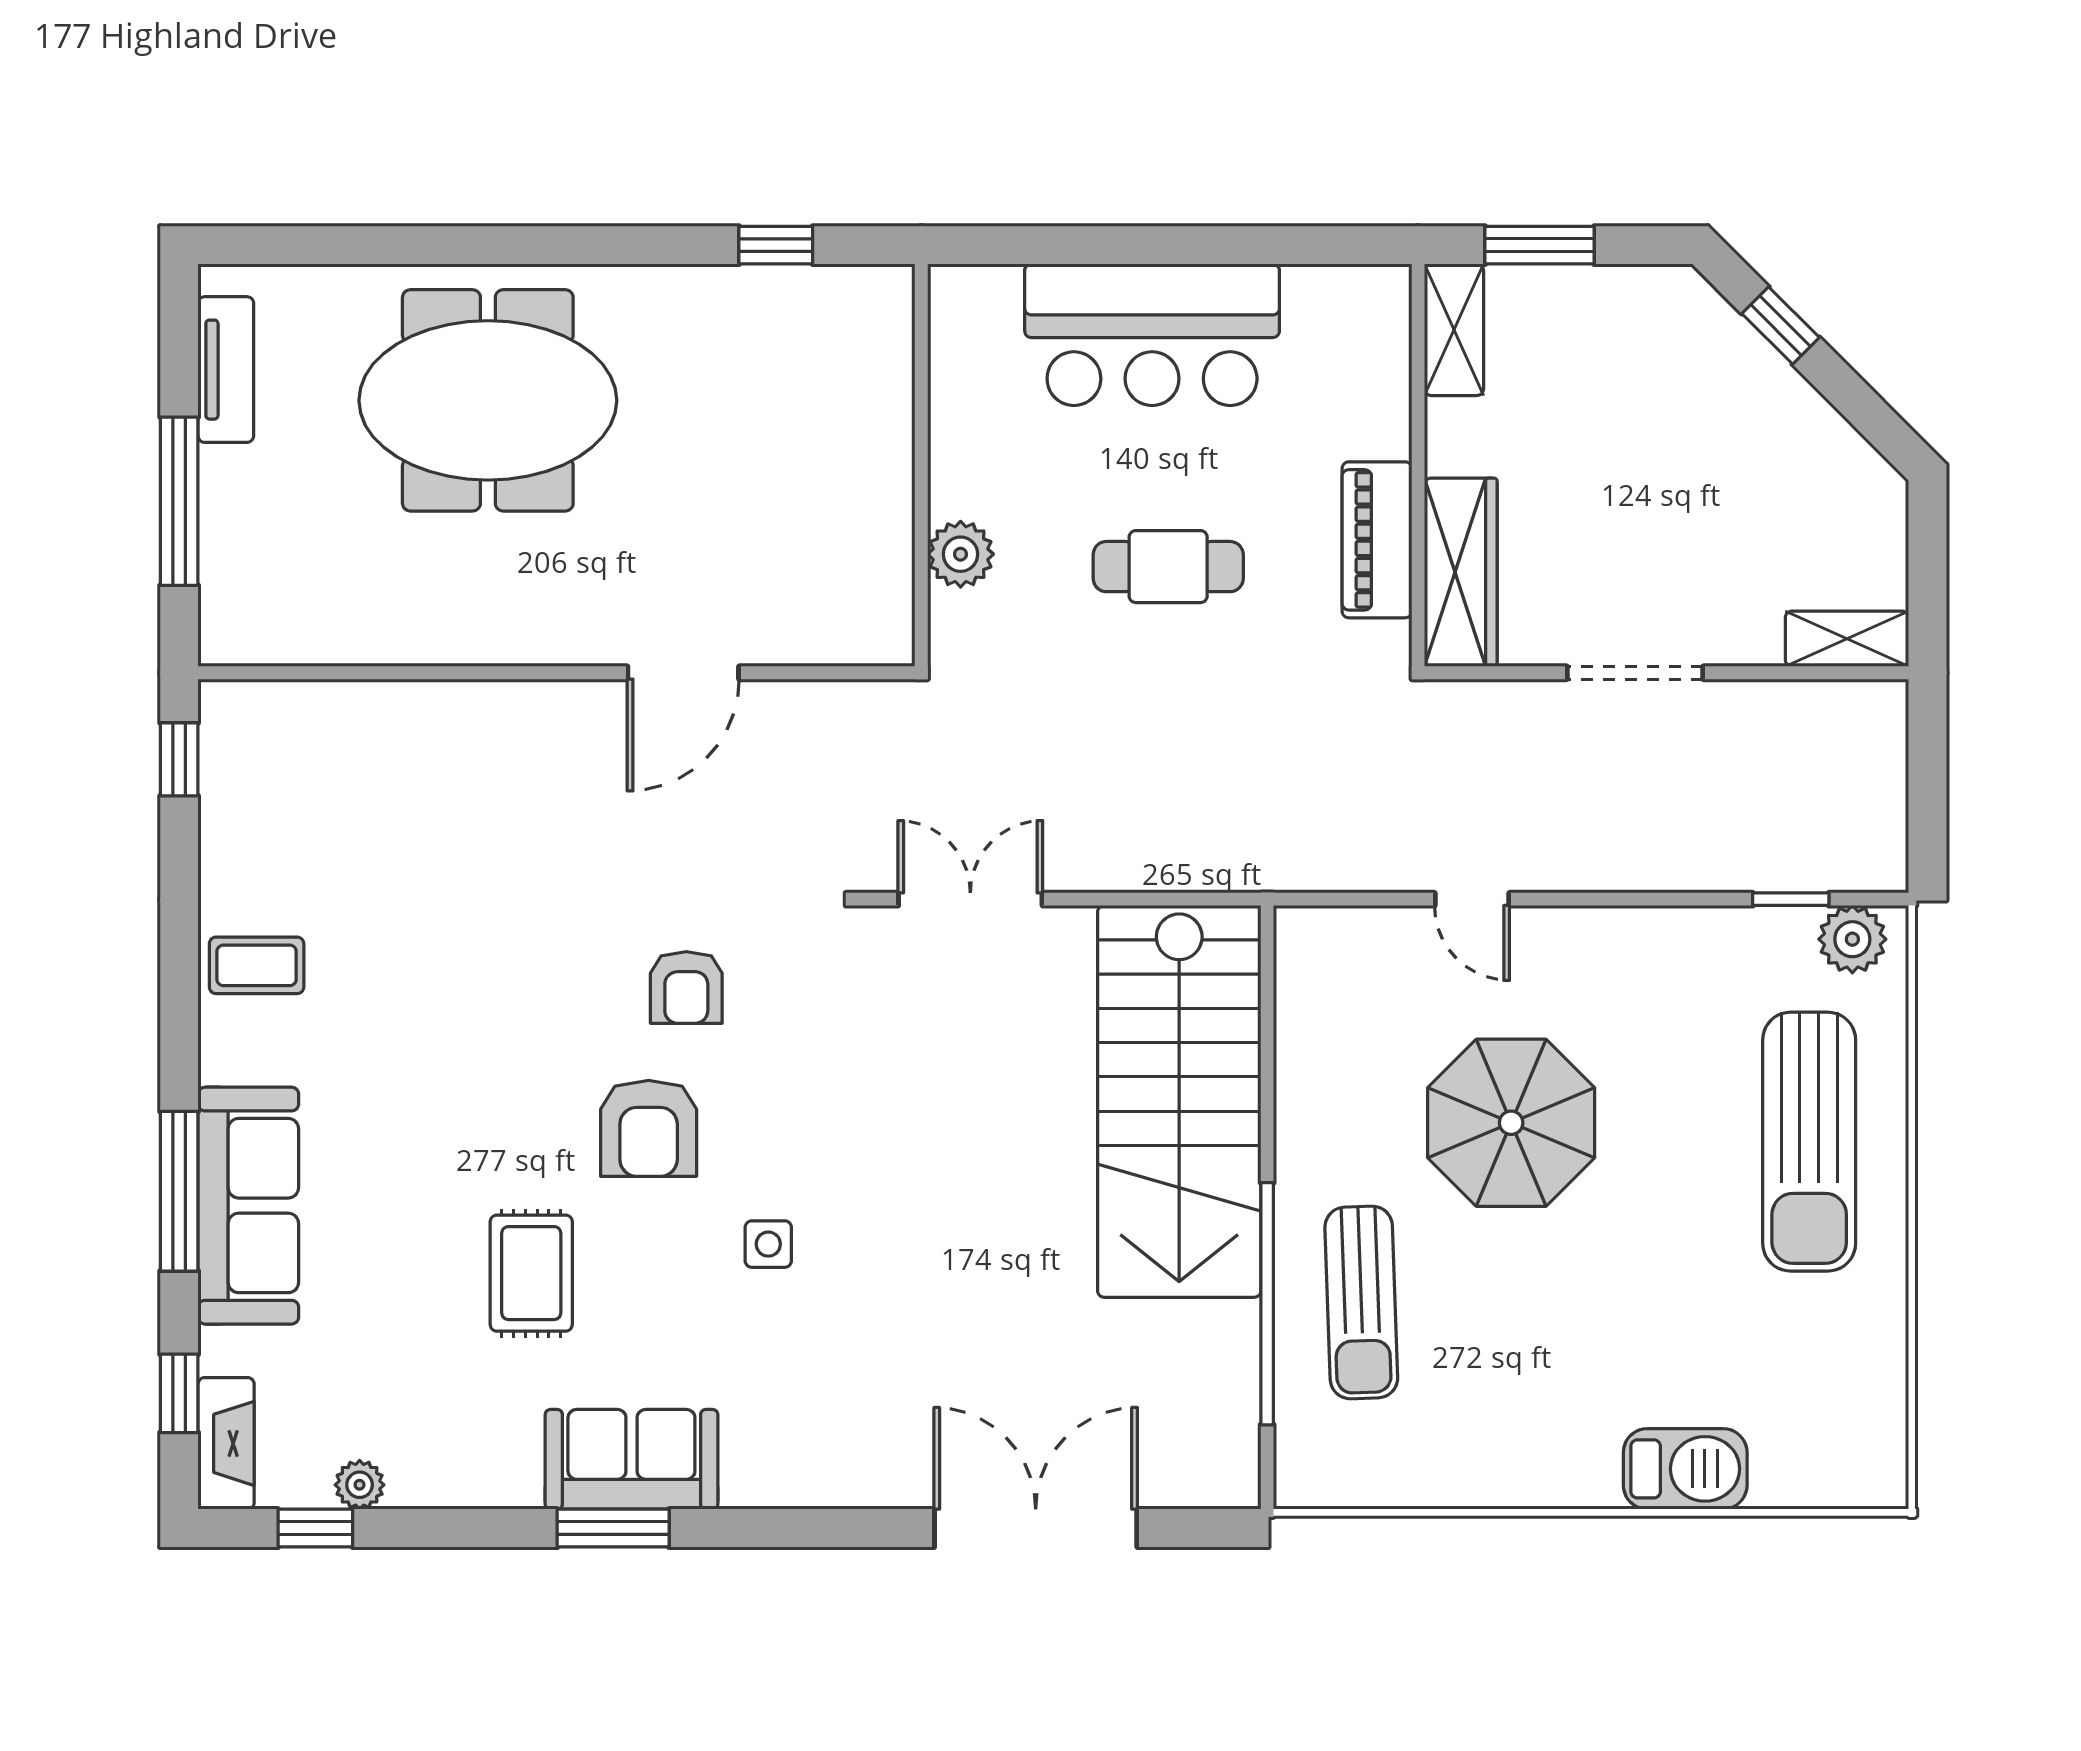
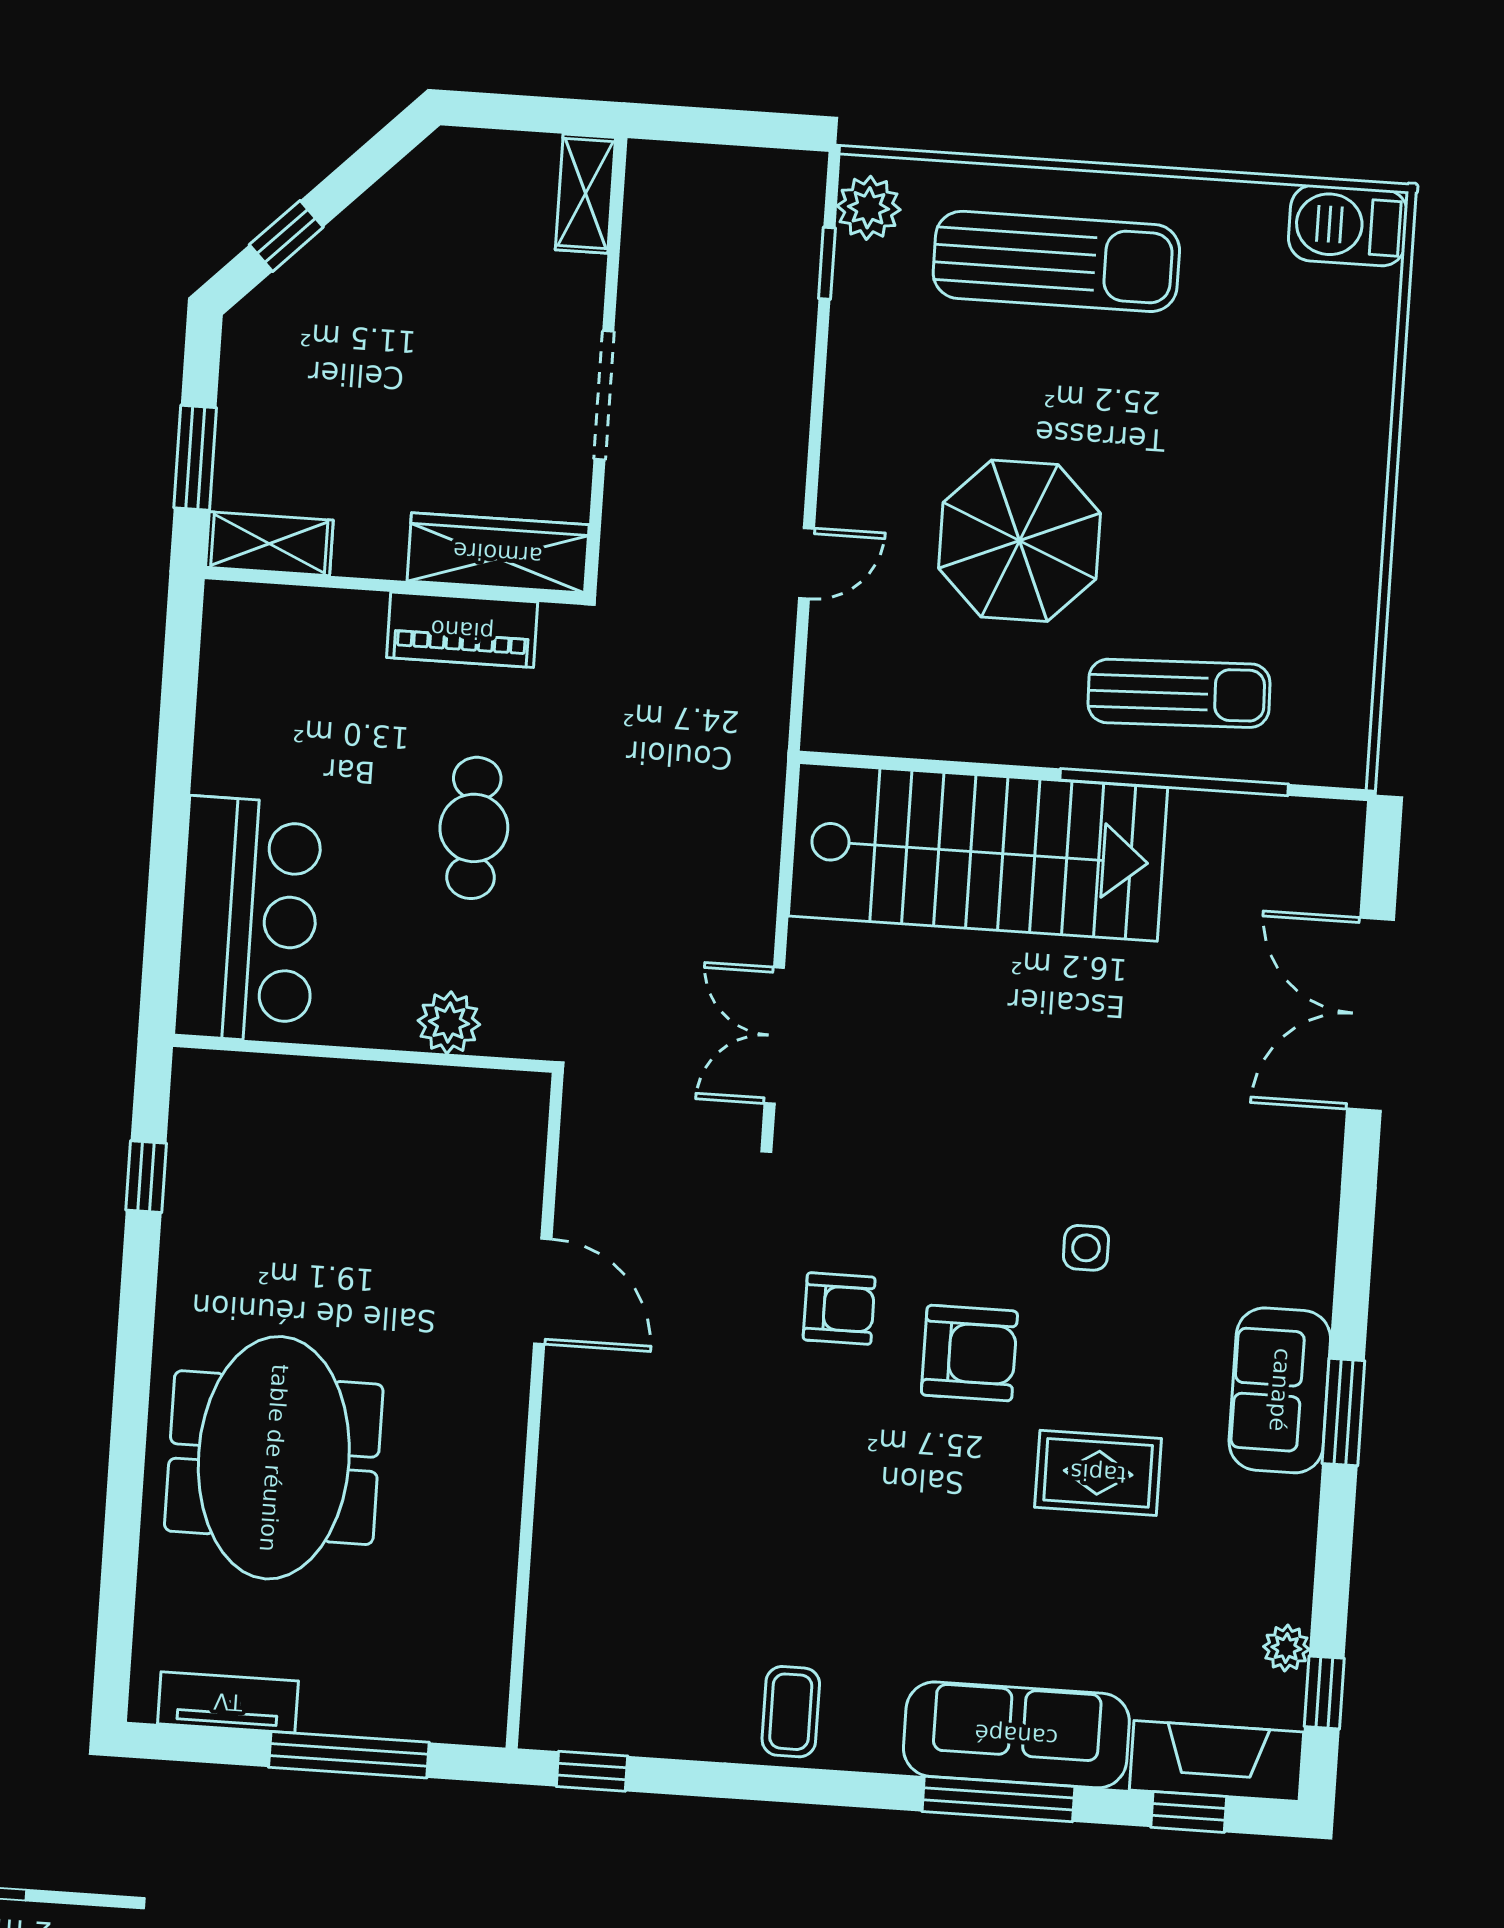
bar counter: (1152, 335) -> (248, 920), moved
fireplace: (226, 1443) -> (1217, 1761), width x1.37, depth x1.32
barbecue: (1685, 1469) -> (1348, 225), moved, turned -90

